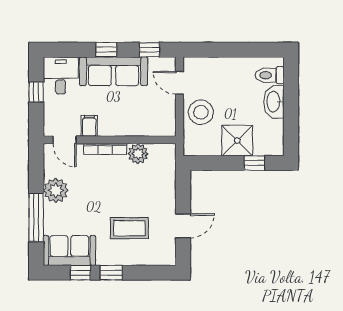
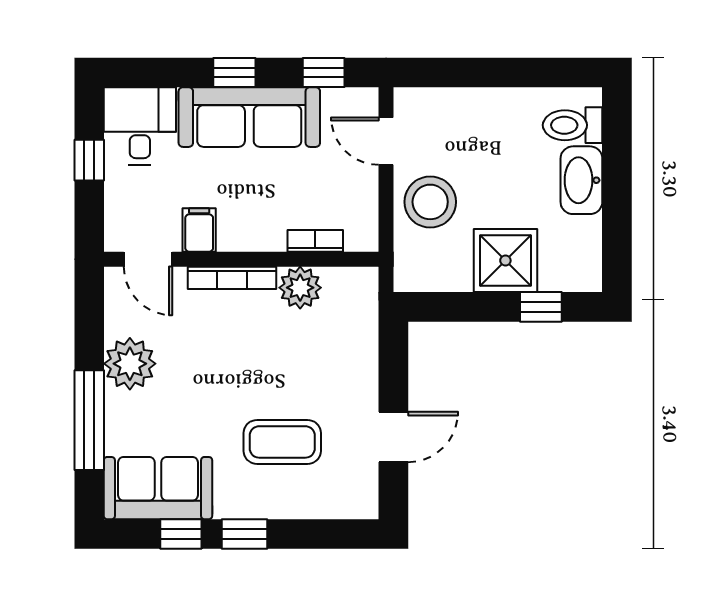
bookcase: (145, 131) -> (315, 241), added

